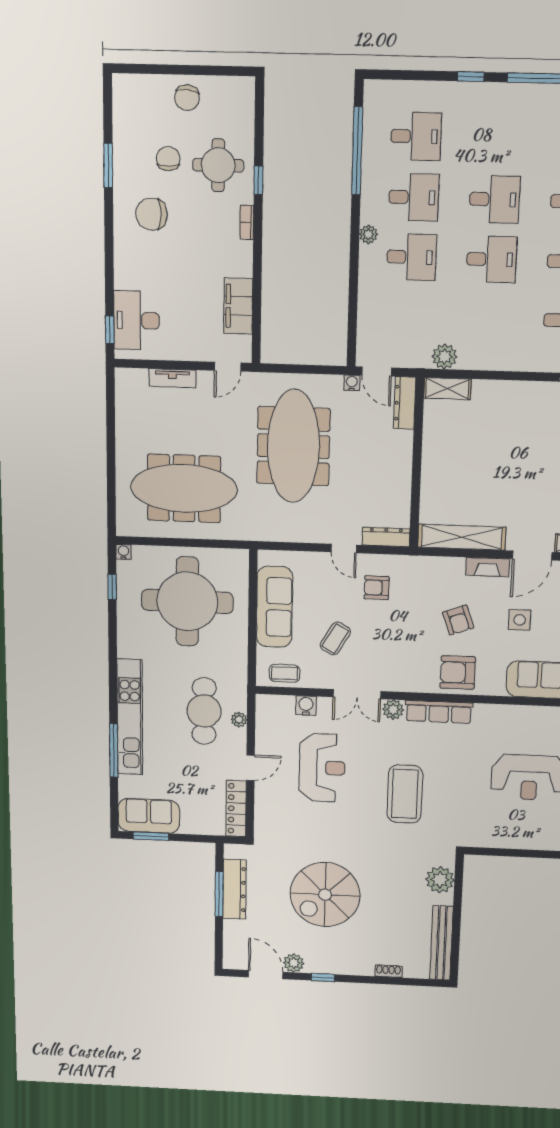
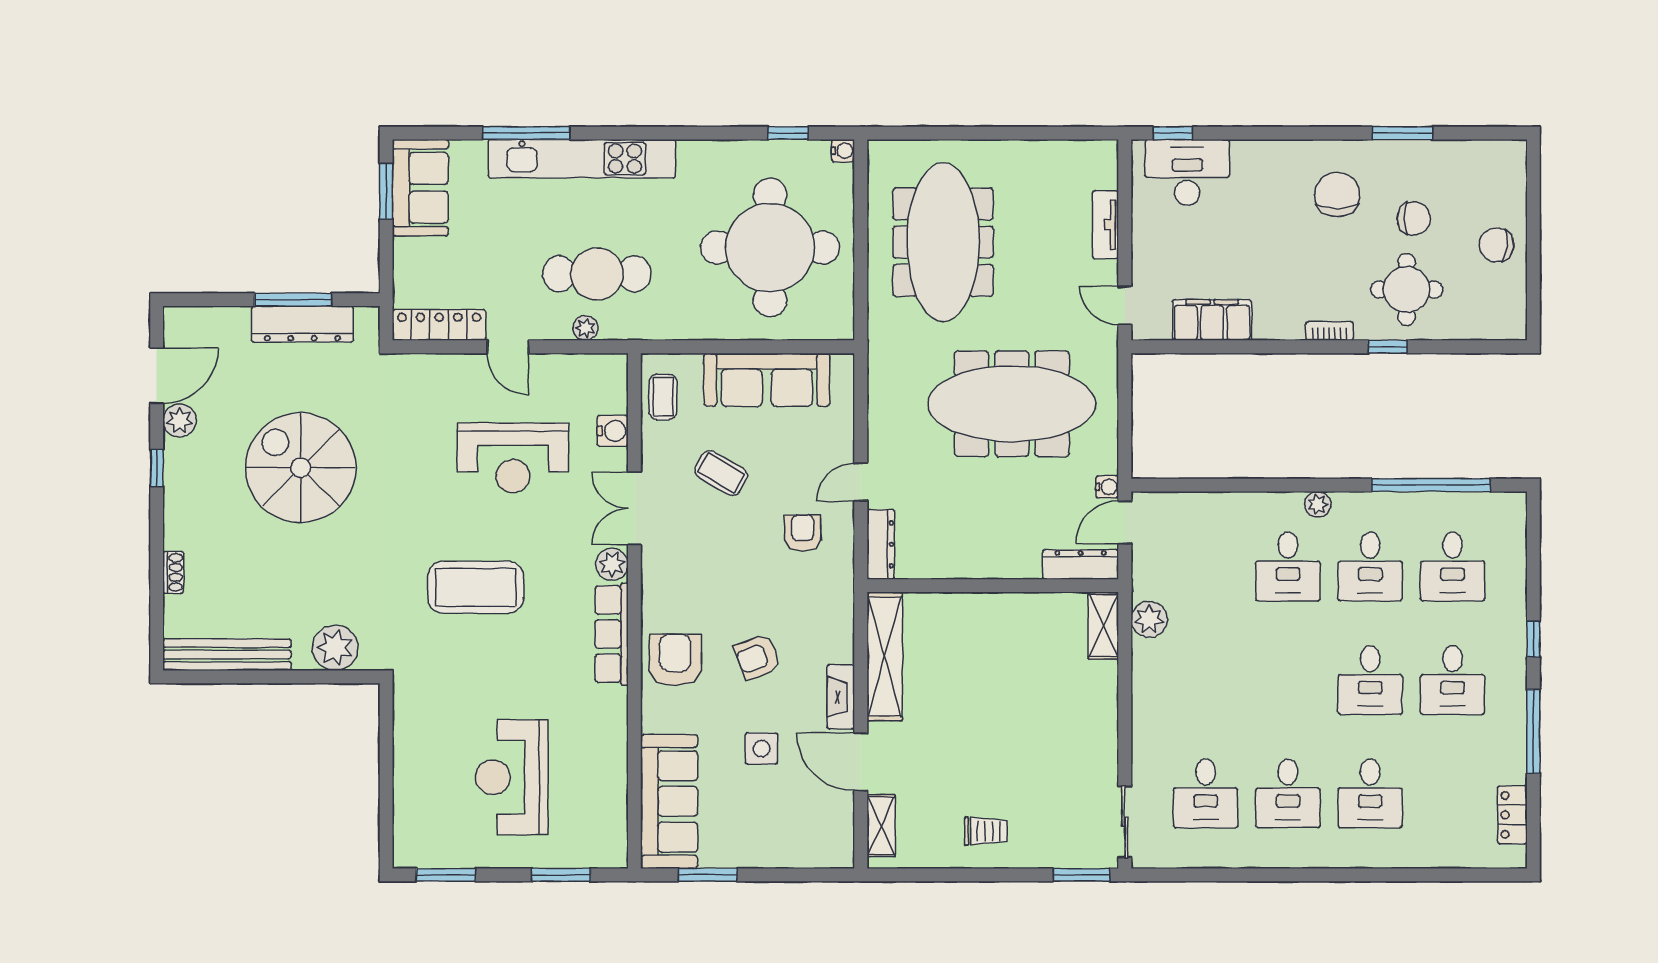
desk: (492, 259) -> (1453, 680), moved

